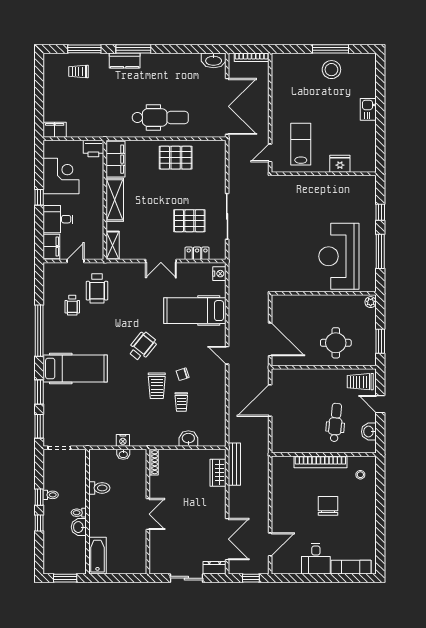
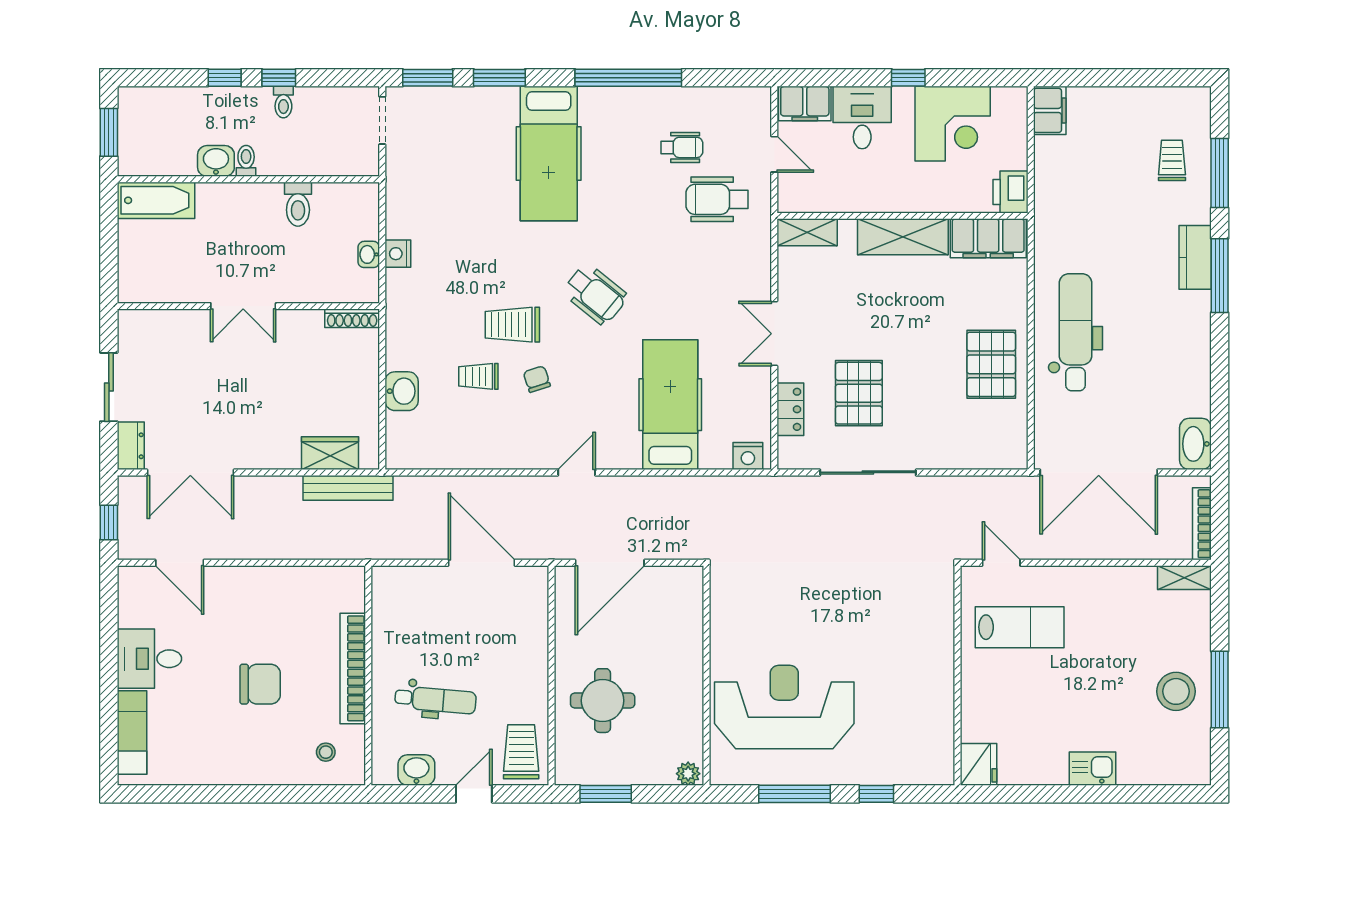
shelving: (277, 66) -> (1184, 578), added
dental chair: (160, 117) -> (1075, 332), turned 180
fridge: (340, 164) -> (978, 764), moved
wheelchair: (72, 305) -> (682, 147), turned 180

